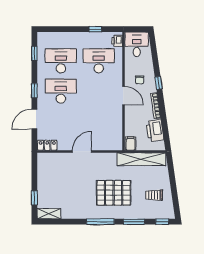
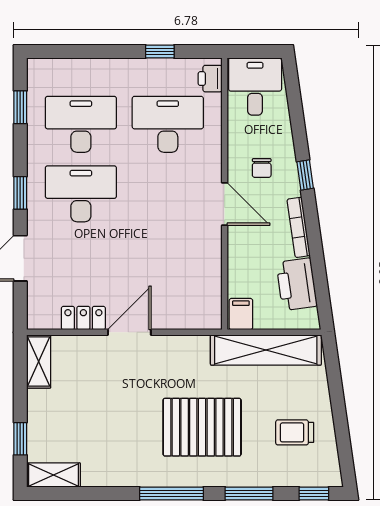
locker: (47, 145) -> (83, 318), moved
shelving: (42, 164) -> (39, 361), added

